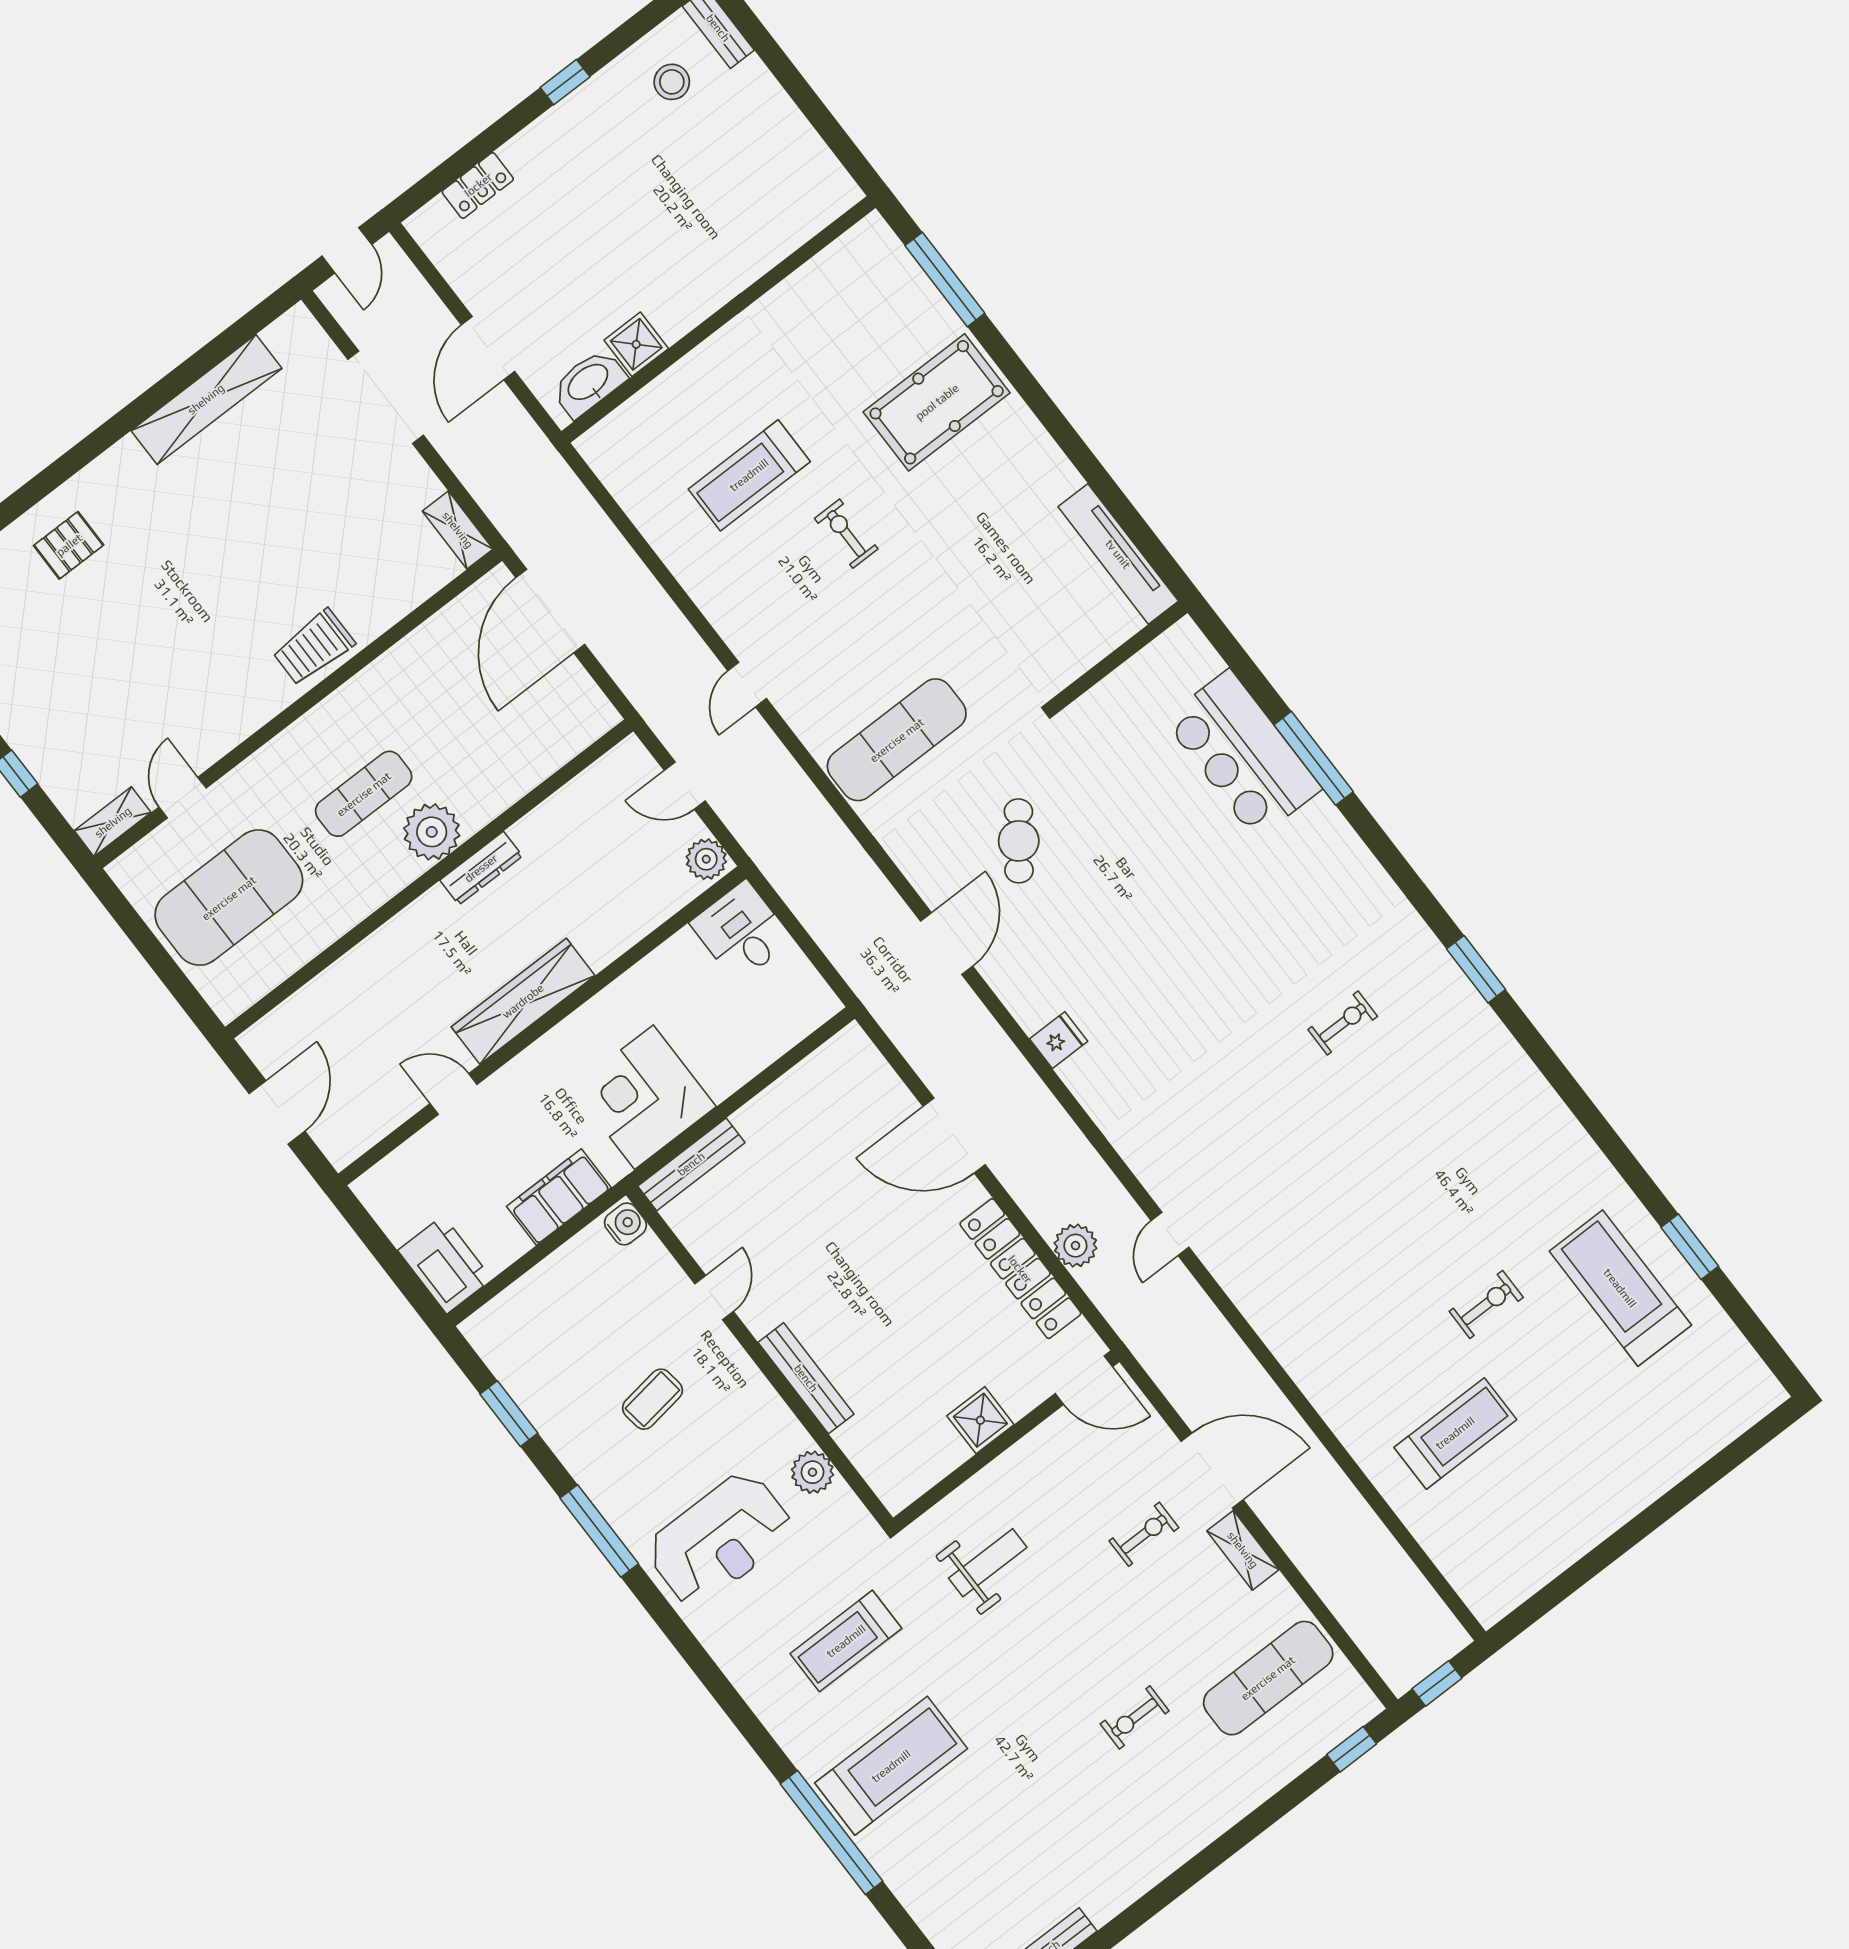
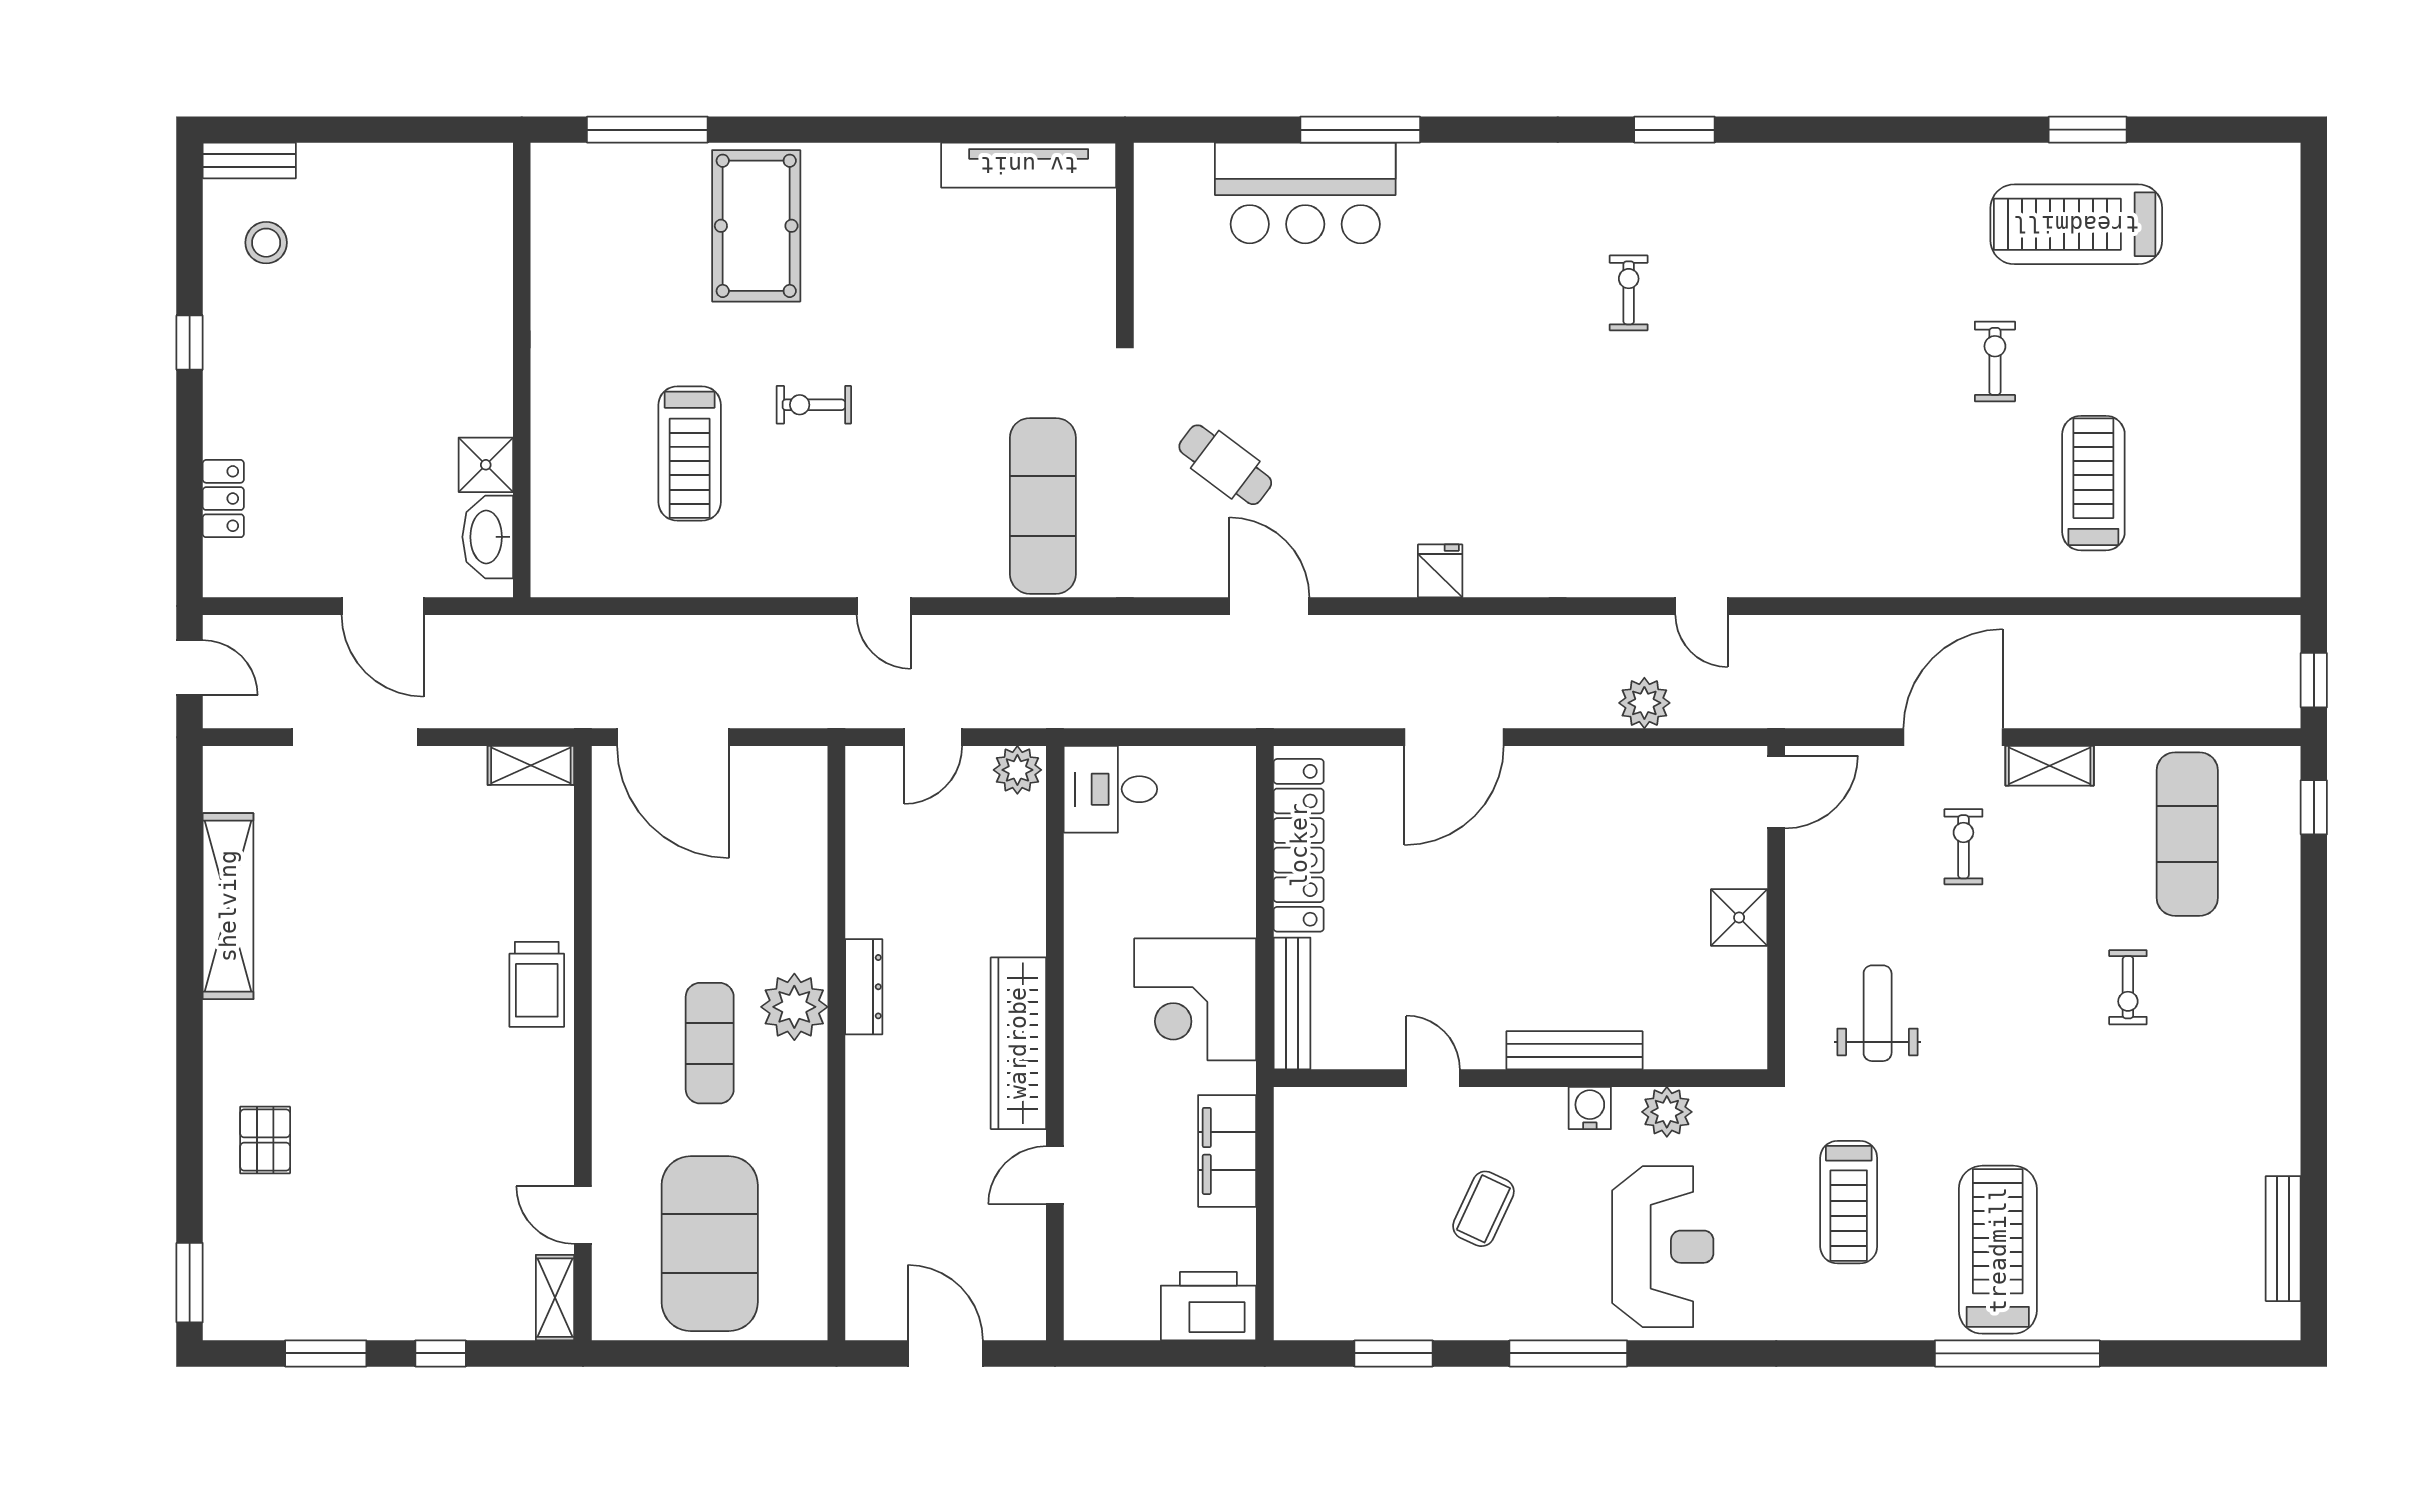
water cooler: (625, 1224) -> (1590, 1108), moved
locker: (1020, 1269) -> (1299, 845), moved, turned -90
coffee table: (652, 1399) -> (1483, 1209), turned 33

